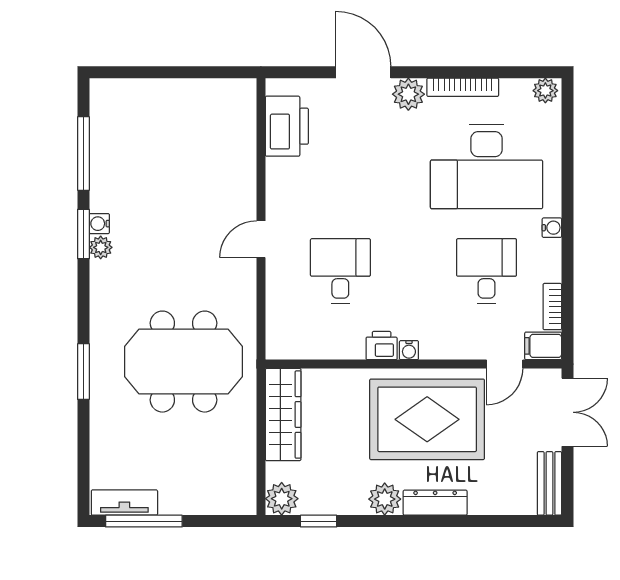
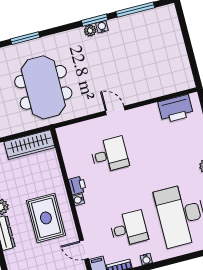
water cooler: (552, 228) -> (146, 259), moved
rug: (427, 419) -> (46, 218), width x0.73, depth x0.69

